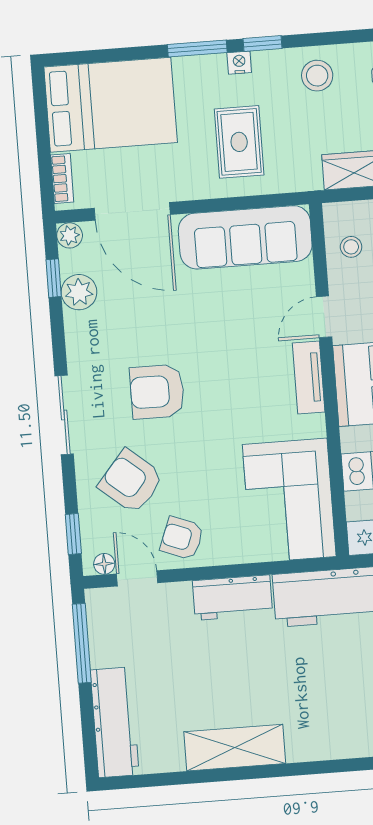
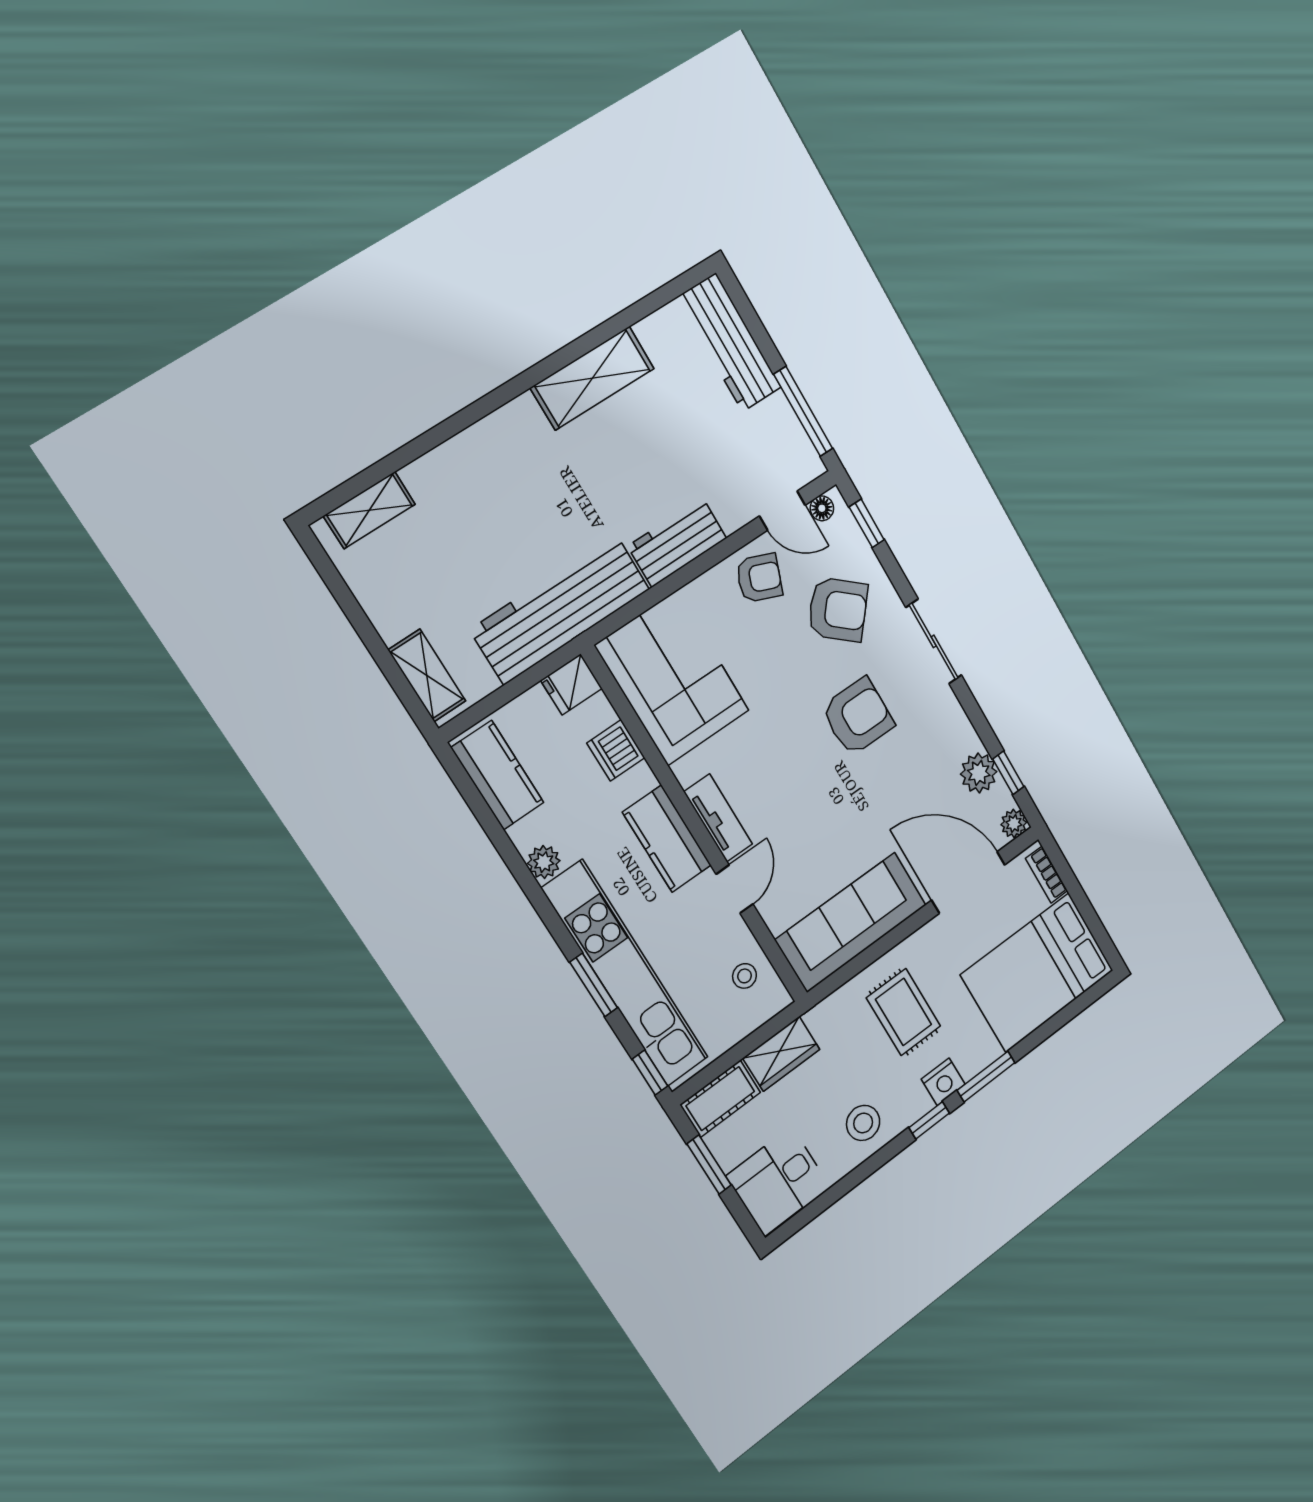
nightstand: (239, 63) -> (943, 1082), width x1.39, depth x1.35

